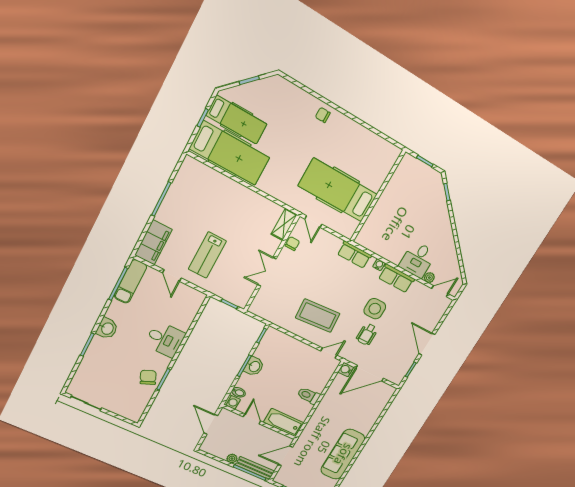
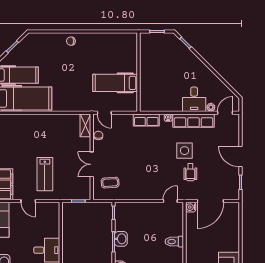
hospital bed: (338, 190) -> (115, 83), width x0.73, depth x0.78
row of seats: (396, 278) -> (194, 121), width x1.48
coffee table: (318, 316) -> (110, 183), moved, width x0.54, depth x0.58

